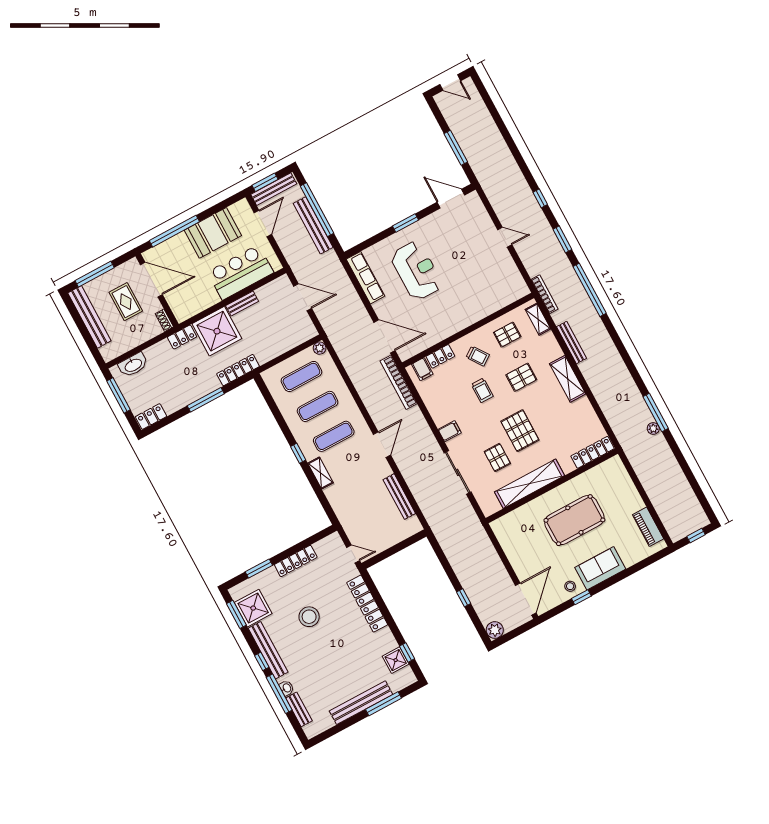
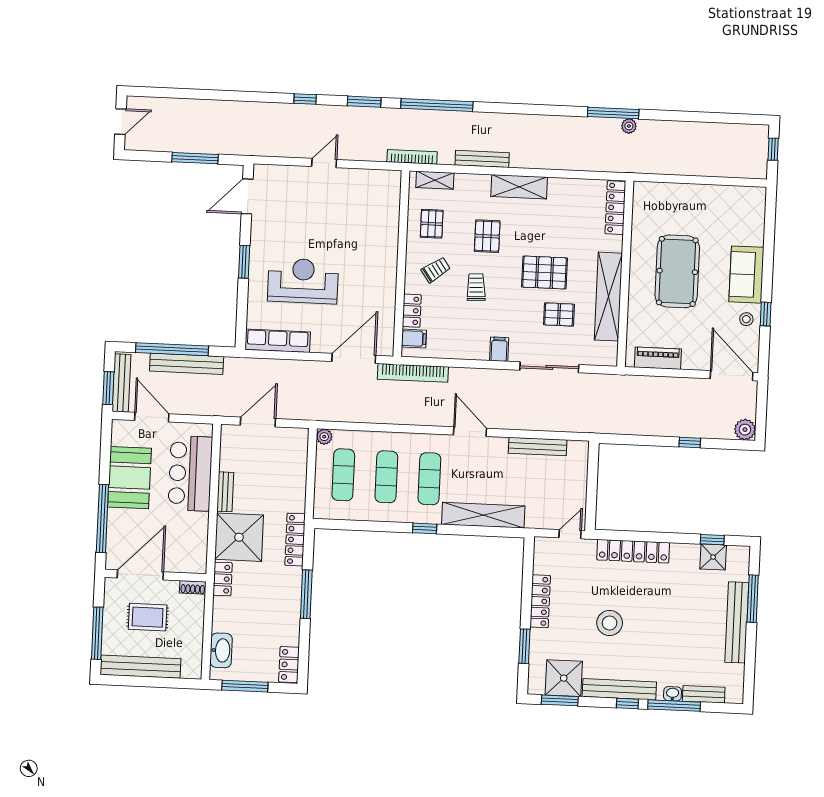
trolley: (482, 390) -> (476, 287), turned -93
shelving: (320, 473) -> (483, 515), width x2.20, depth x1.33
piano: (648, 527) -> (658, 358), moved, turned 180

